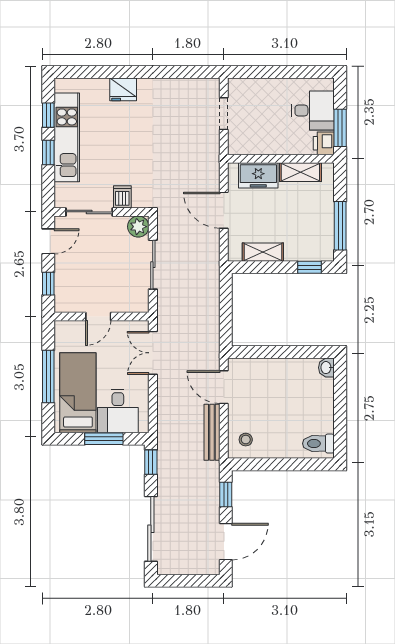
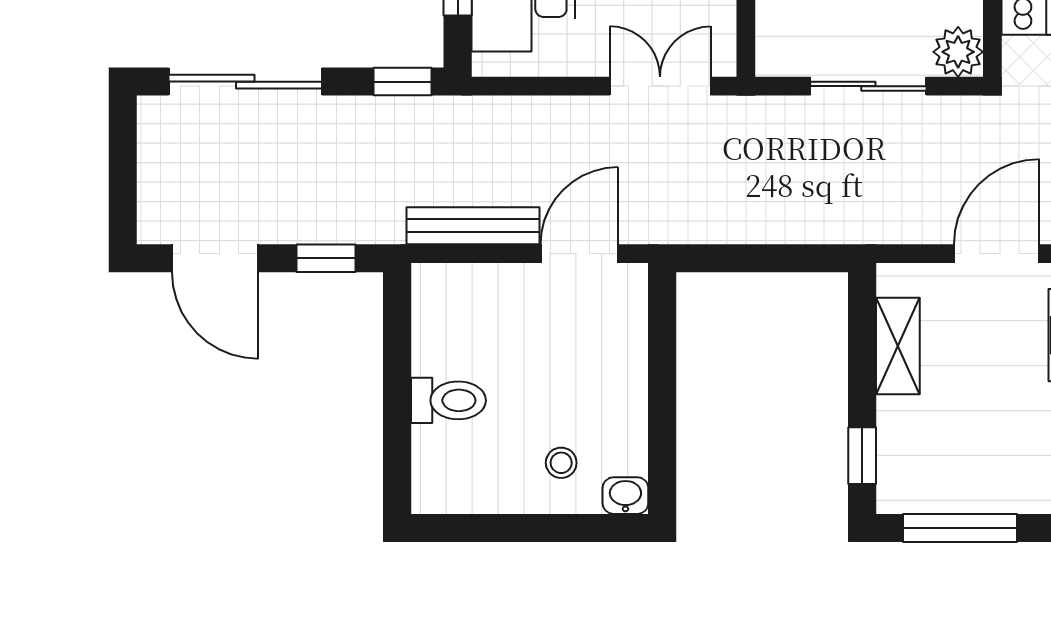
stool: (246, 440) -> (561, 463), moved
toilet: (318, 444) -> (448, 400), moved, turned 90

